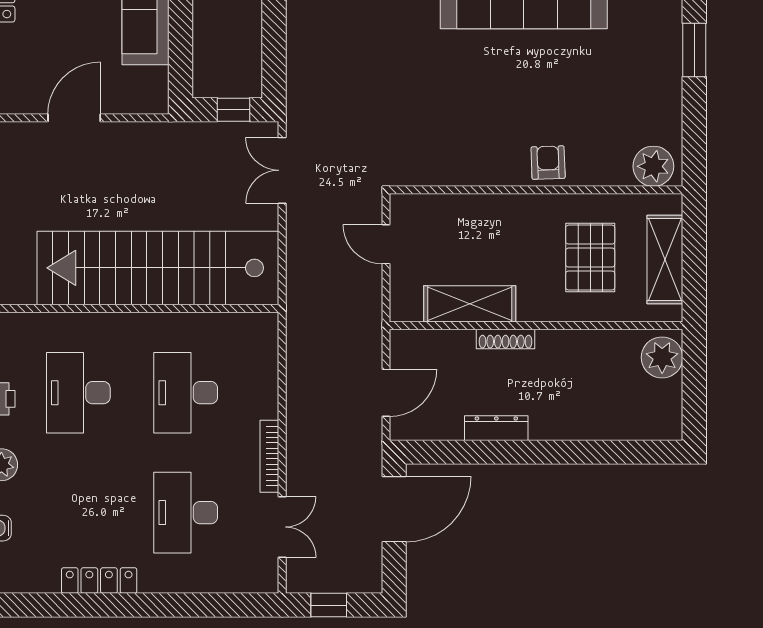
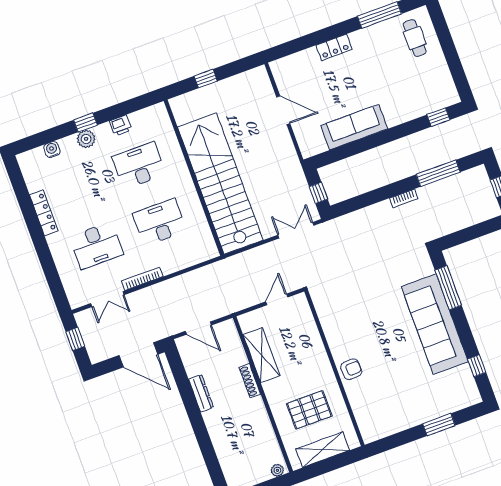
plant: (653, 166) -> (370, 425), removed
plant: (662, 357) -> (277, 470), width x0.53, depth x0.53
desk: (186, 513) -> (96, 245), turned 180

